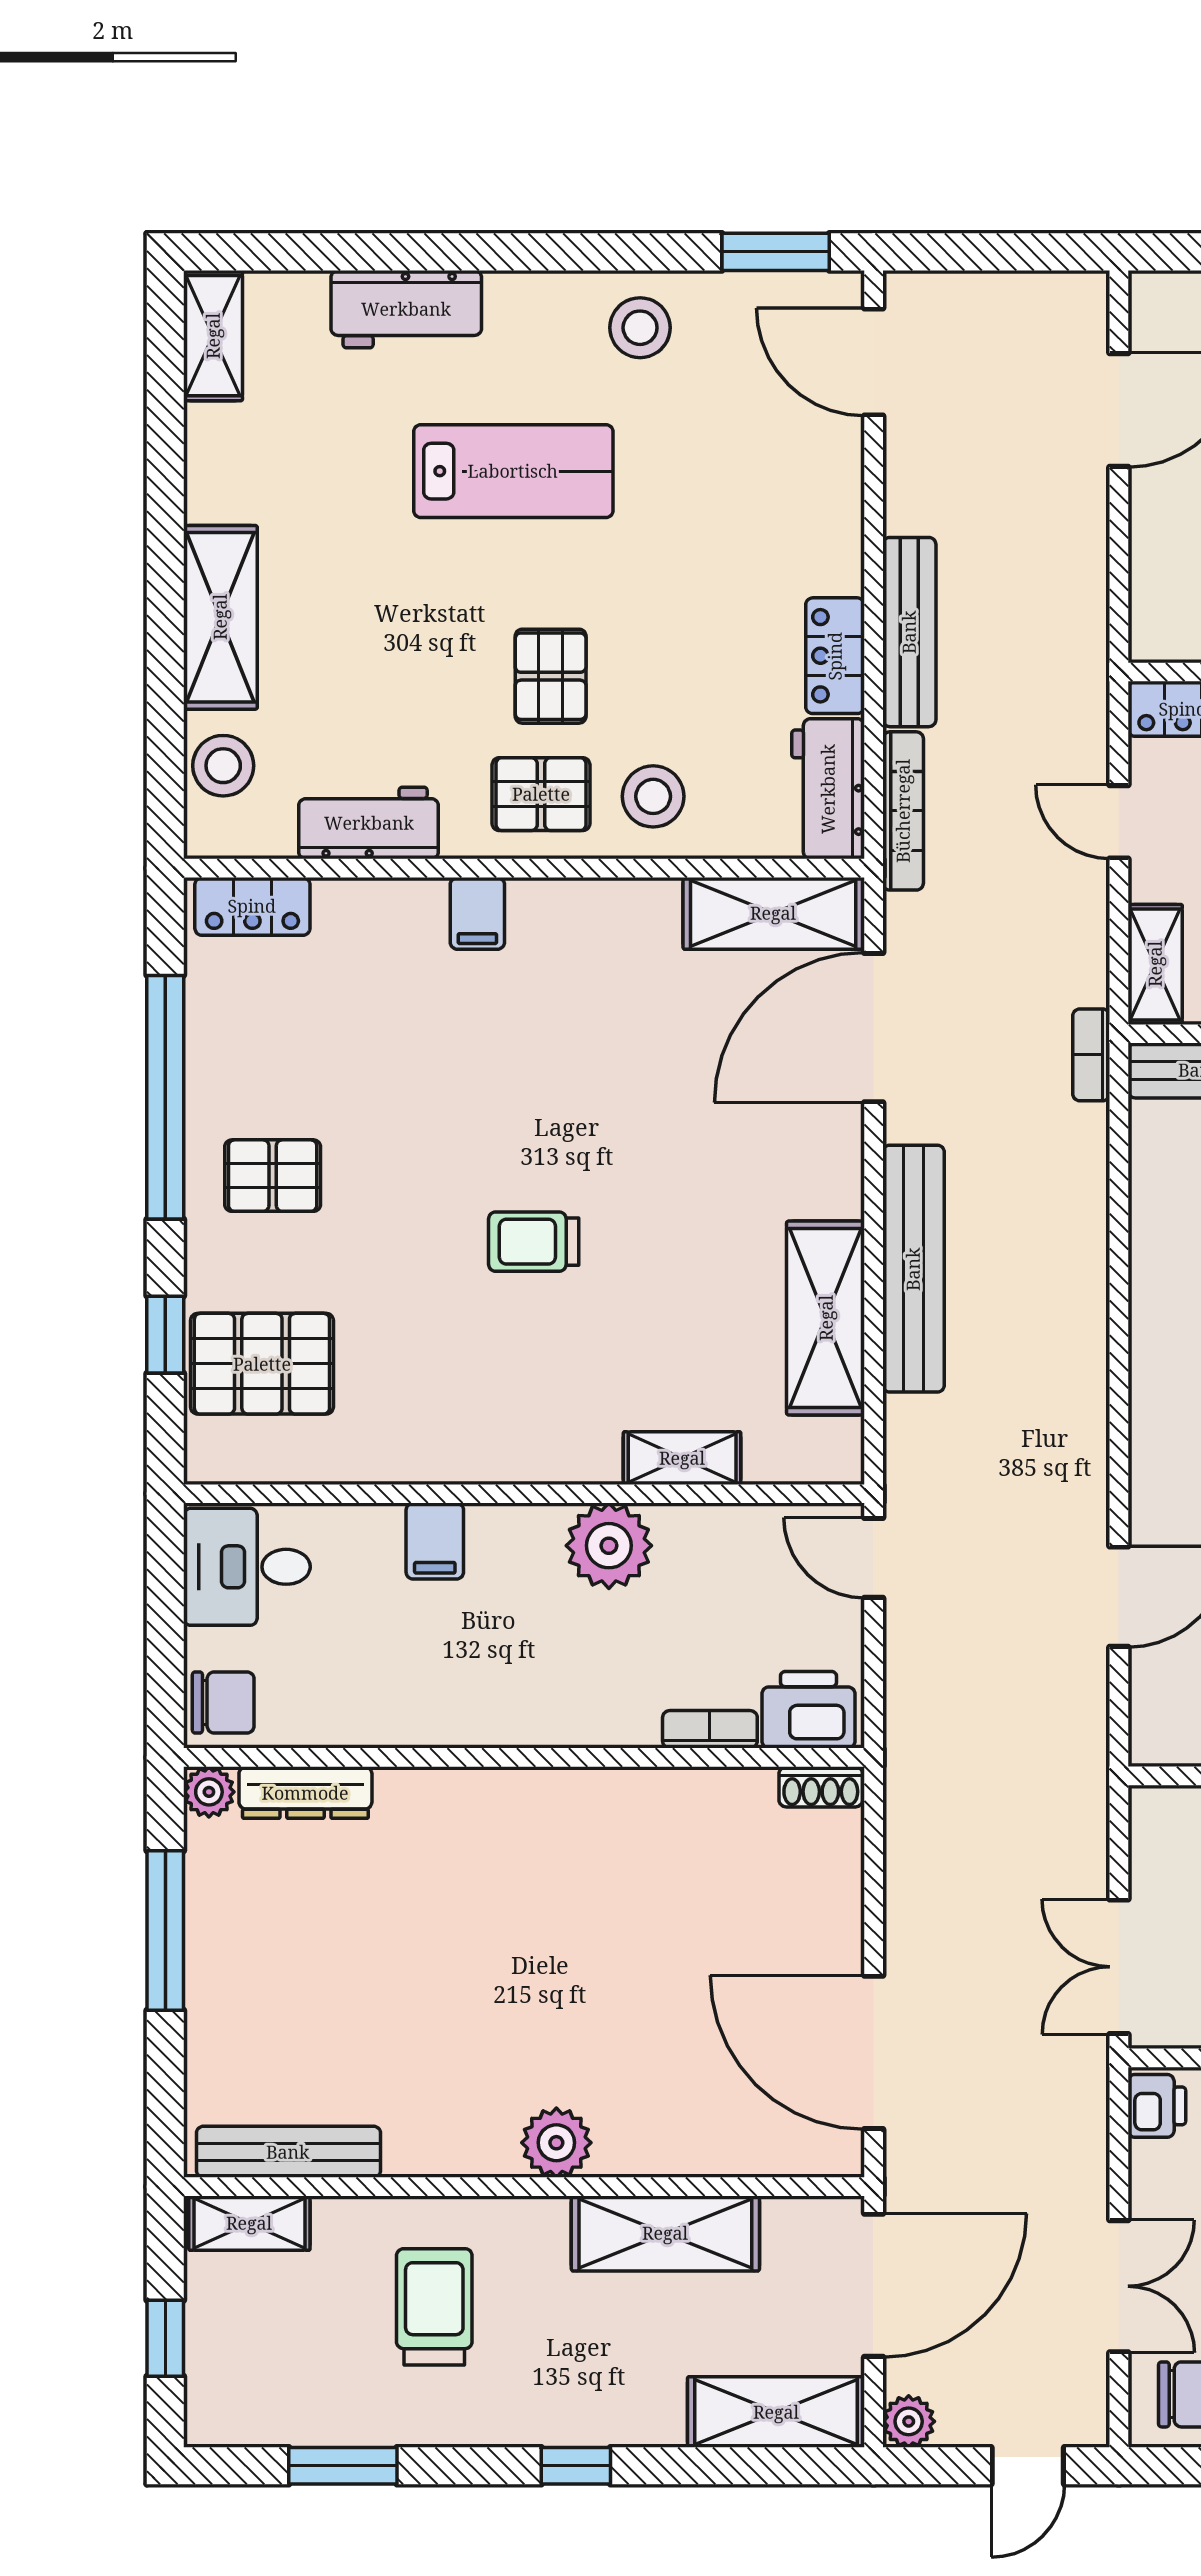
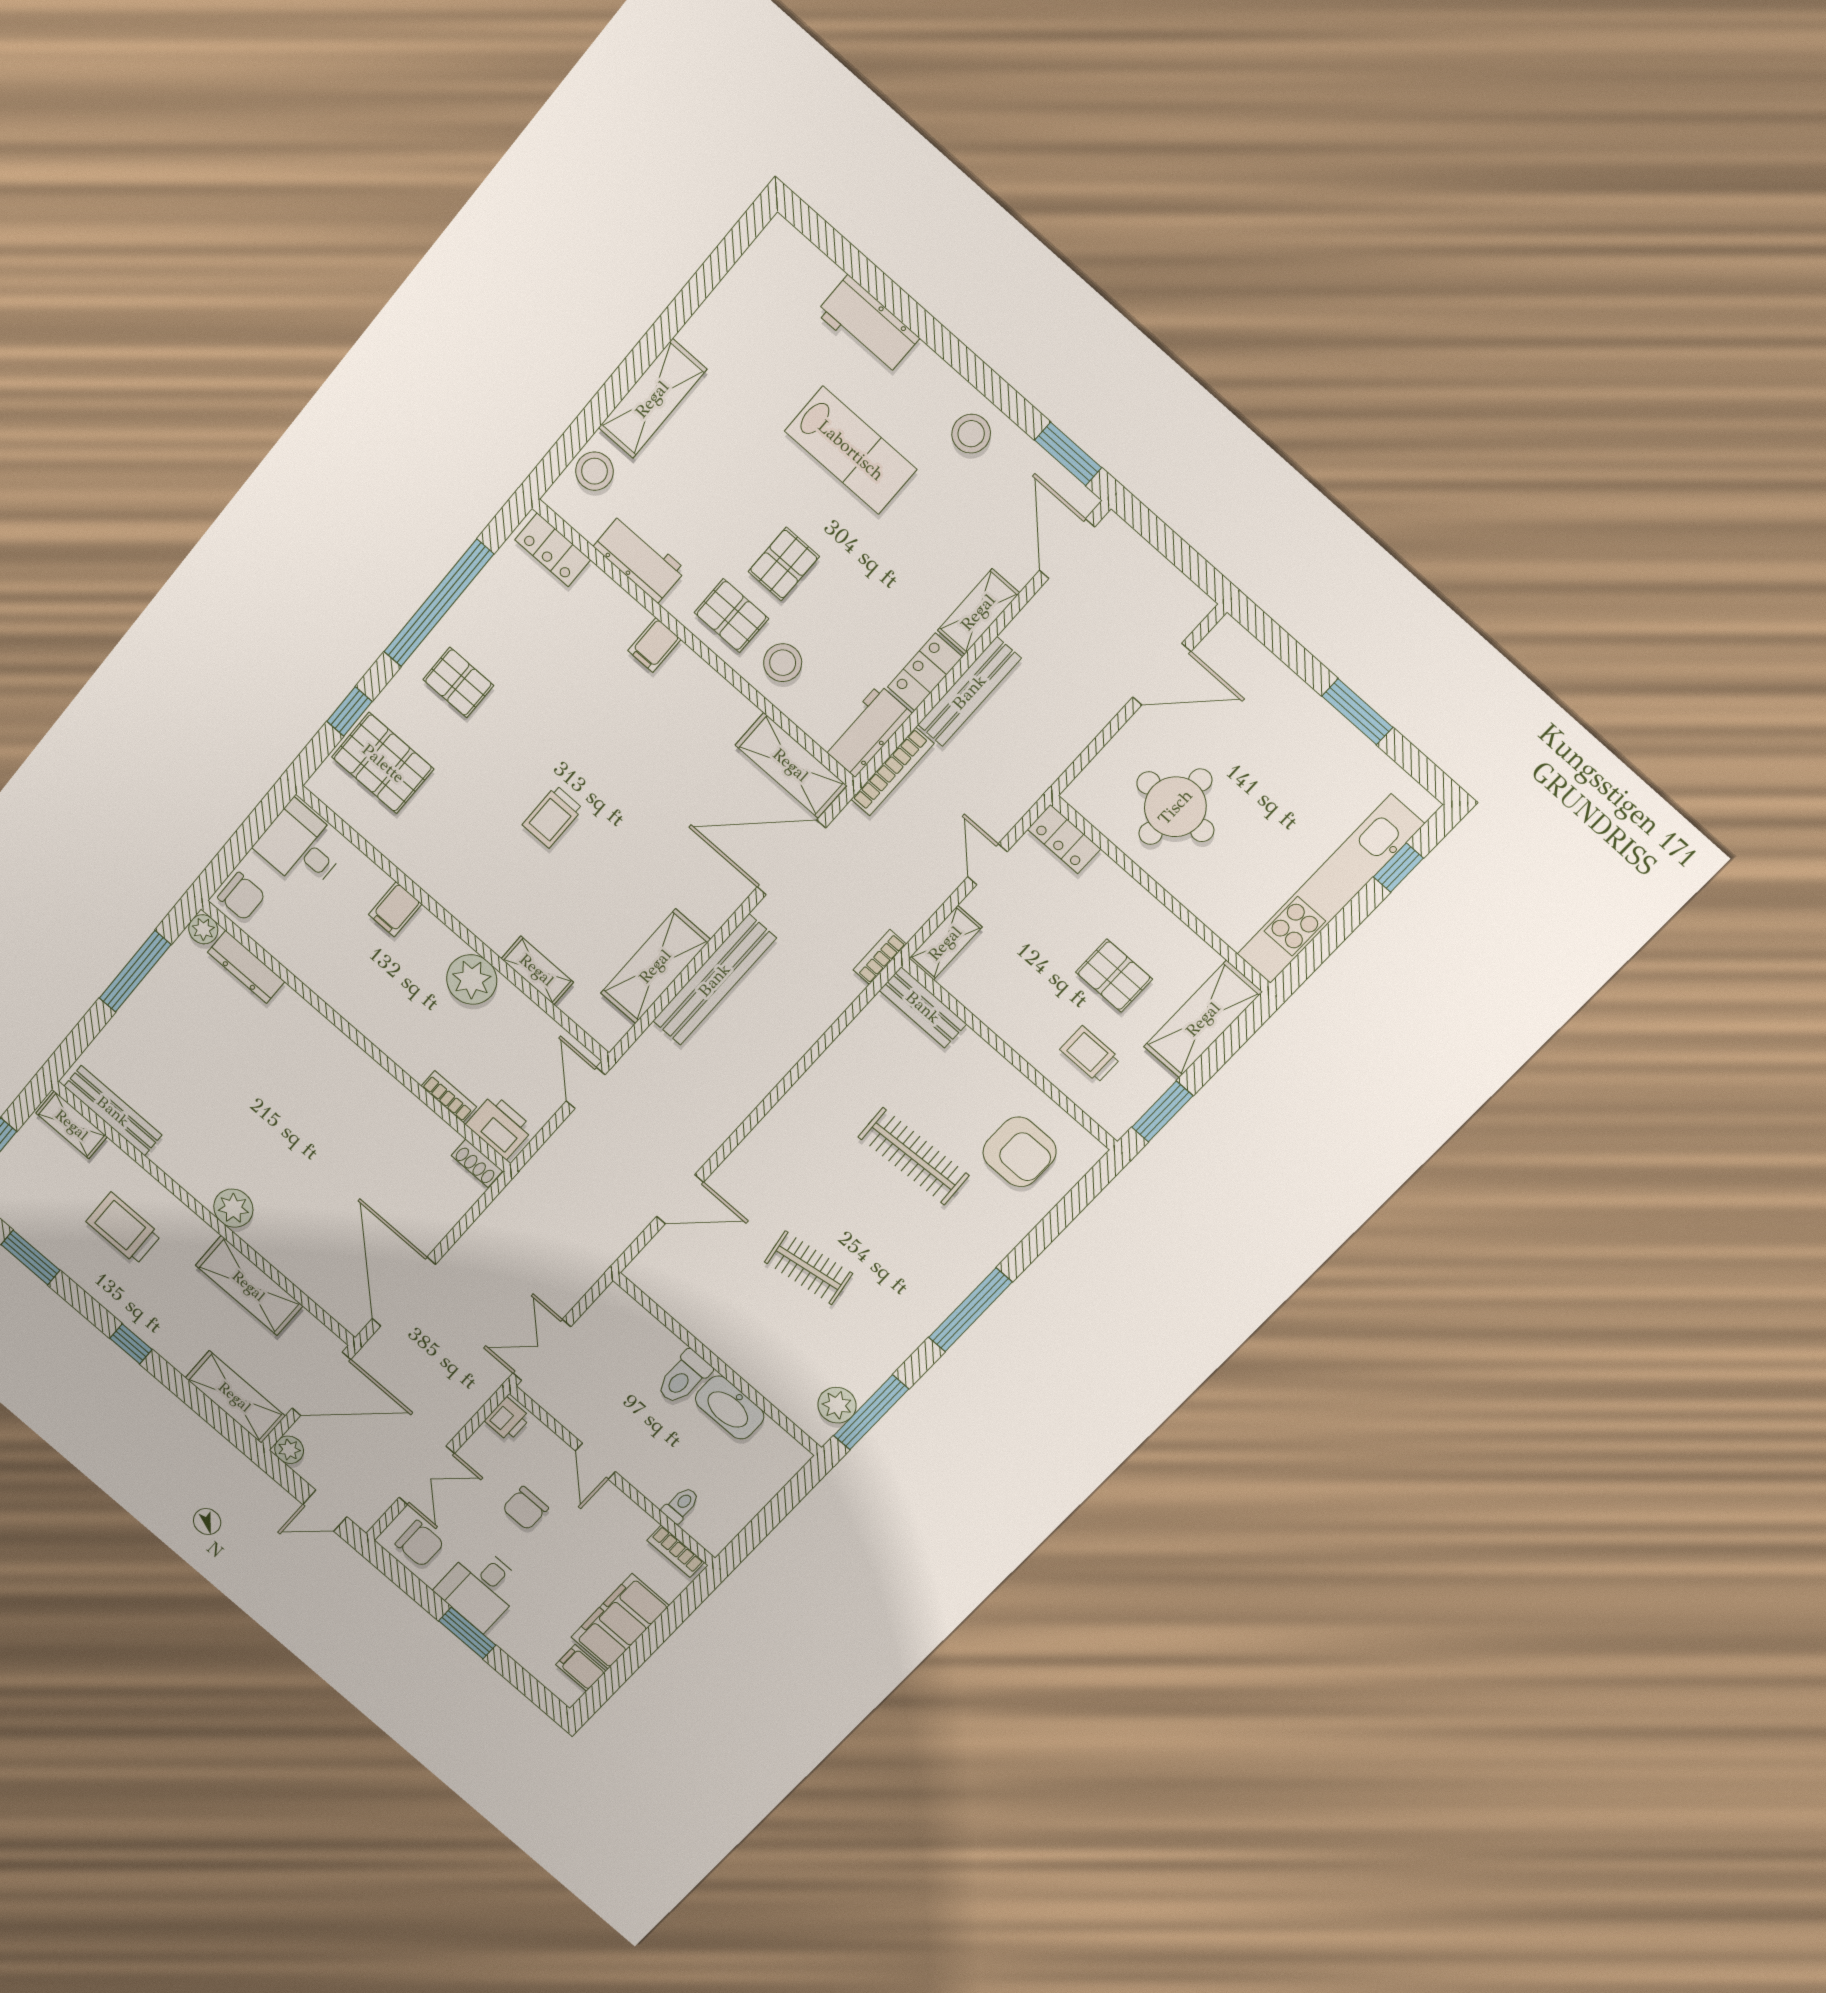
shelving: (213, 336) -> (978, 612), moved
trolley: (534, 1242) -> (552, 817), turned -90
trolley: (434, 2307) -> (124, 1228), turned -90

